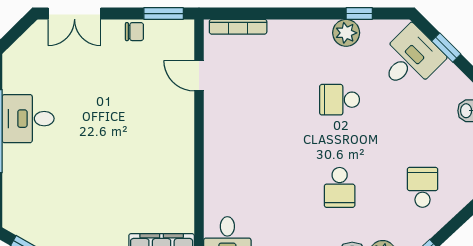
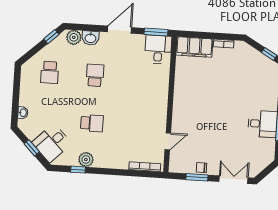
window: (164, 14) -> (197, 177), moved
door: (199, 76) -> (168, 141), hinge flipped

